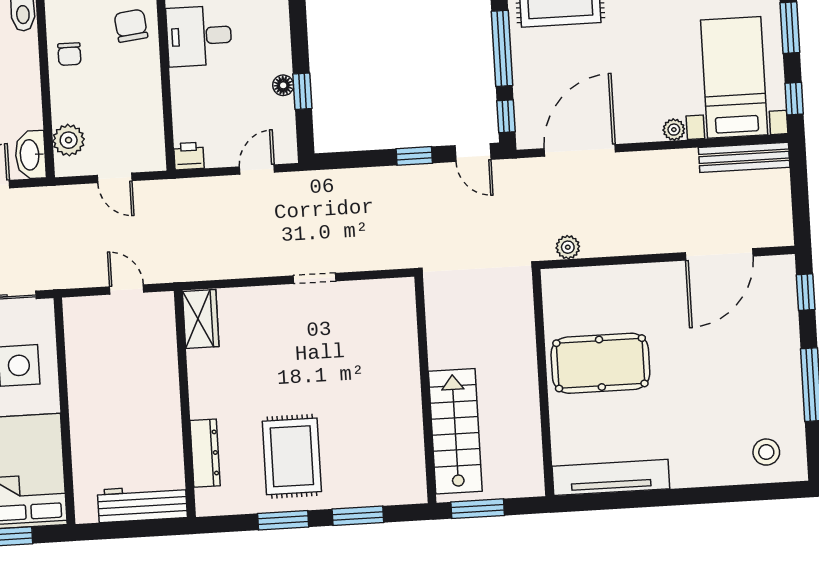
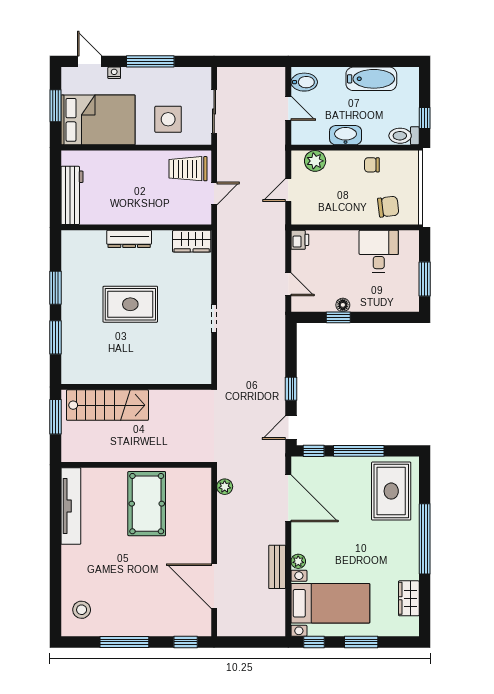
washbasin: (30, 155) -> (346, 135), moved
bench: (744, 157) -> (277, 567), moved, width x0.73
trolley: (92, 331) -> (188, 169), added
dresser: (205, 453) -> (129, 239), moved
rug: (292, 456) -> (130, 304), moved

